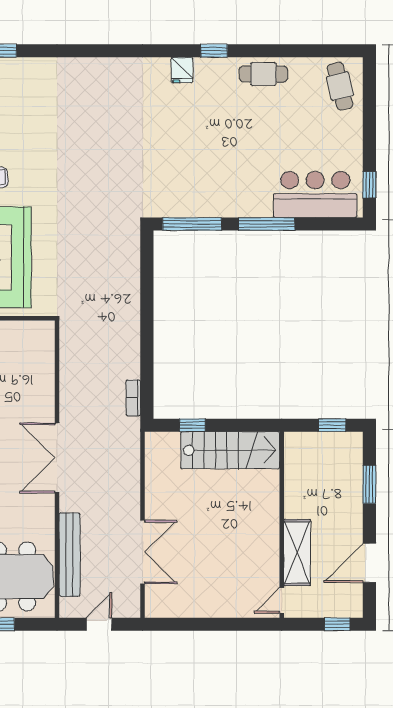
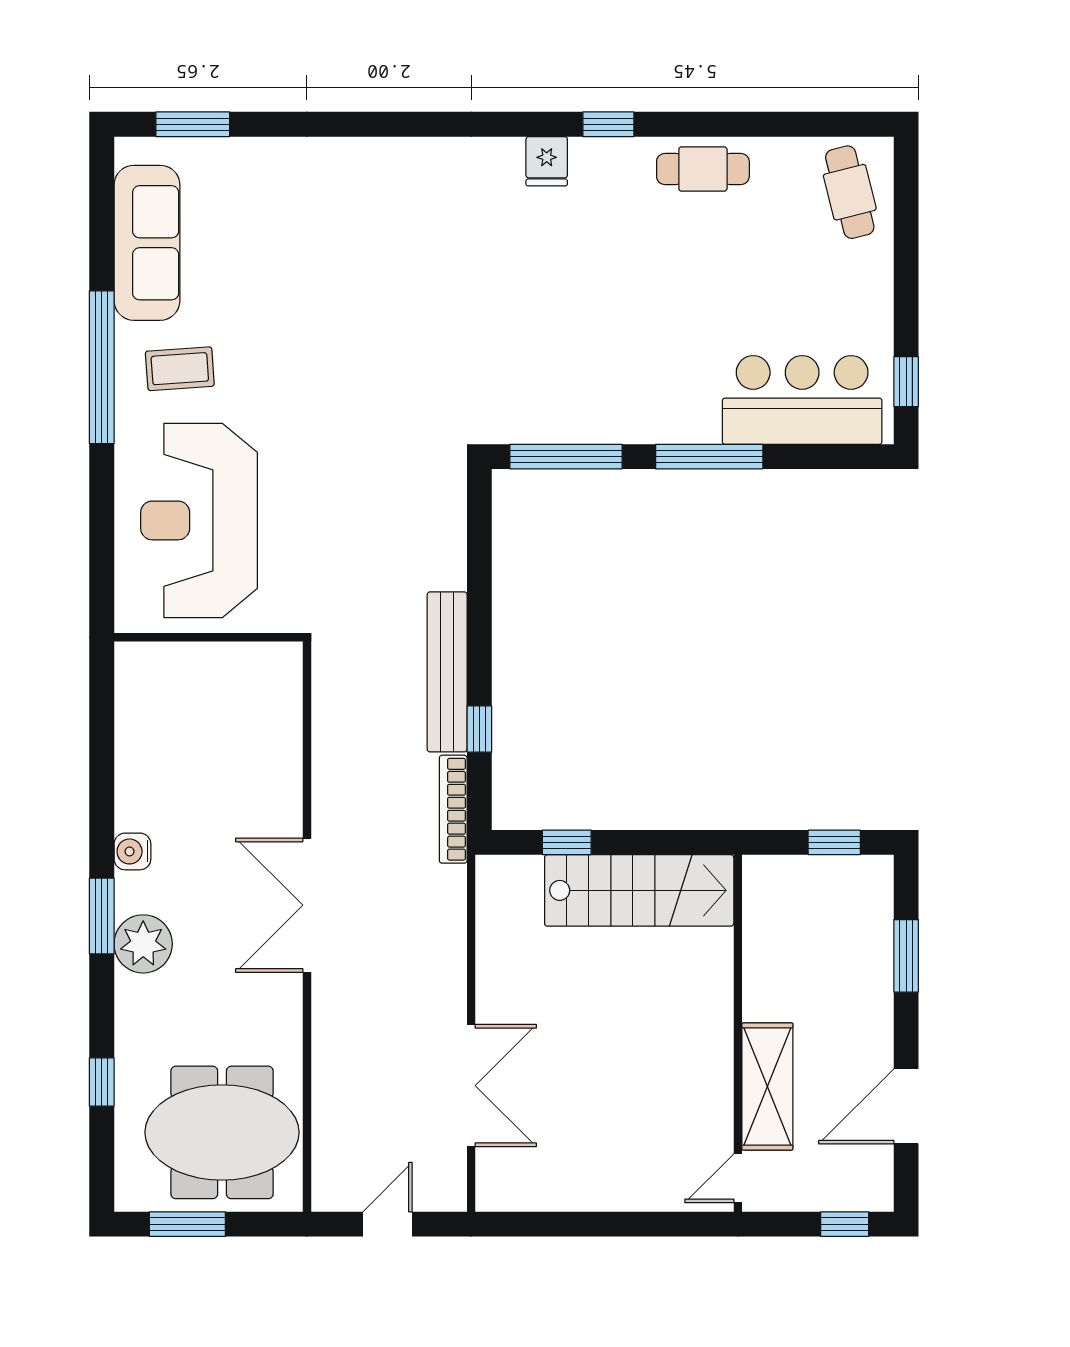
window: (147, 366) -> (479, 729), added
bookcase: (133, 398) -> (453, 809), width x1.56
bench: (69, 555) -> (447, 672), moved

